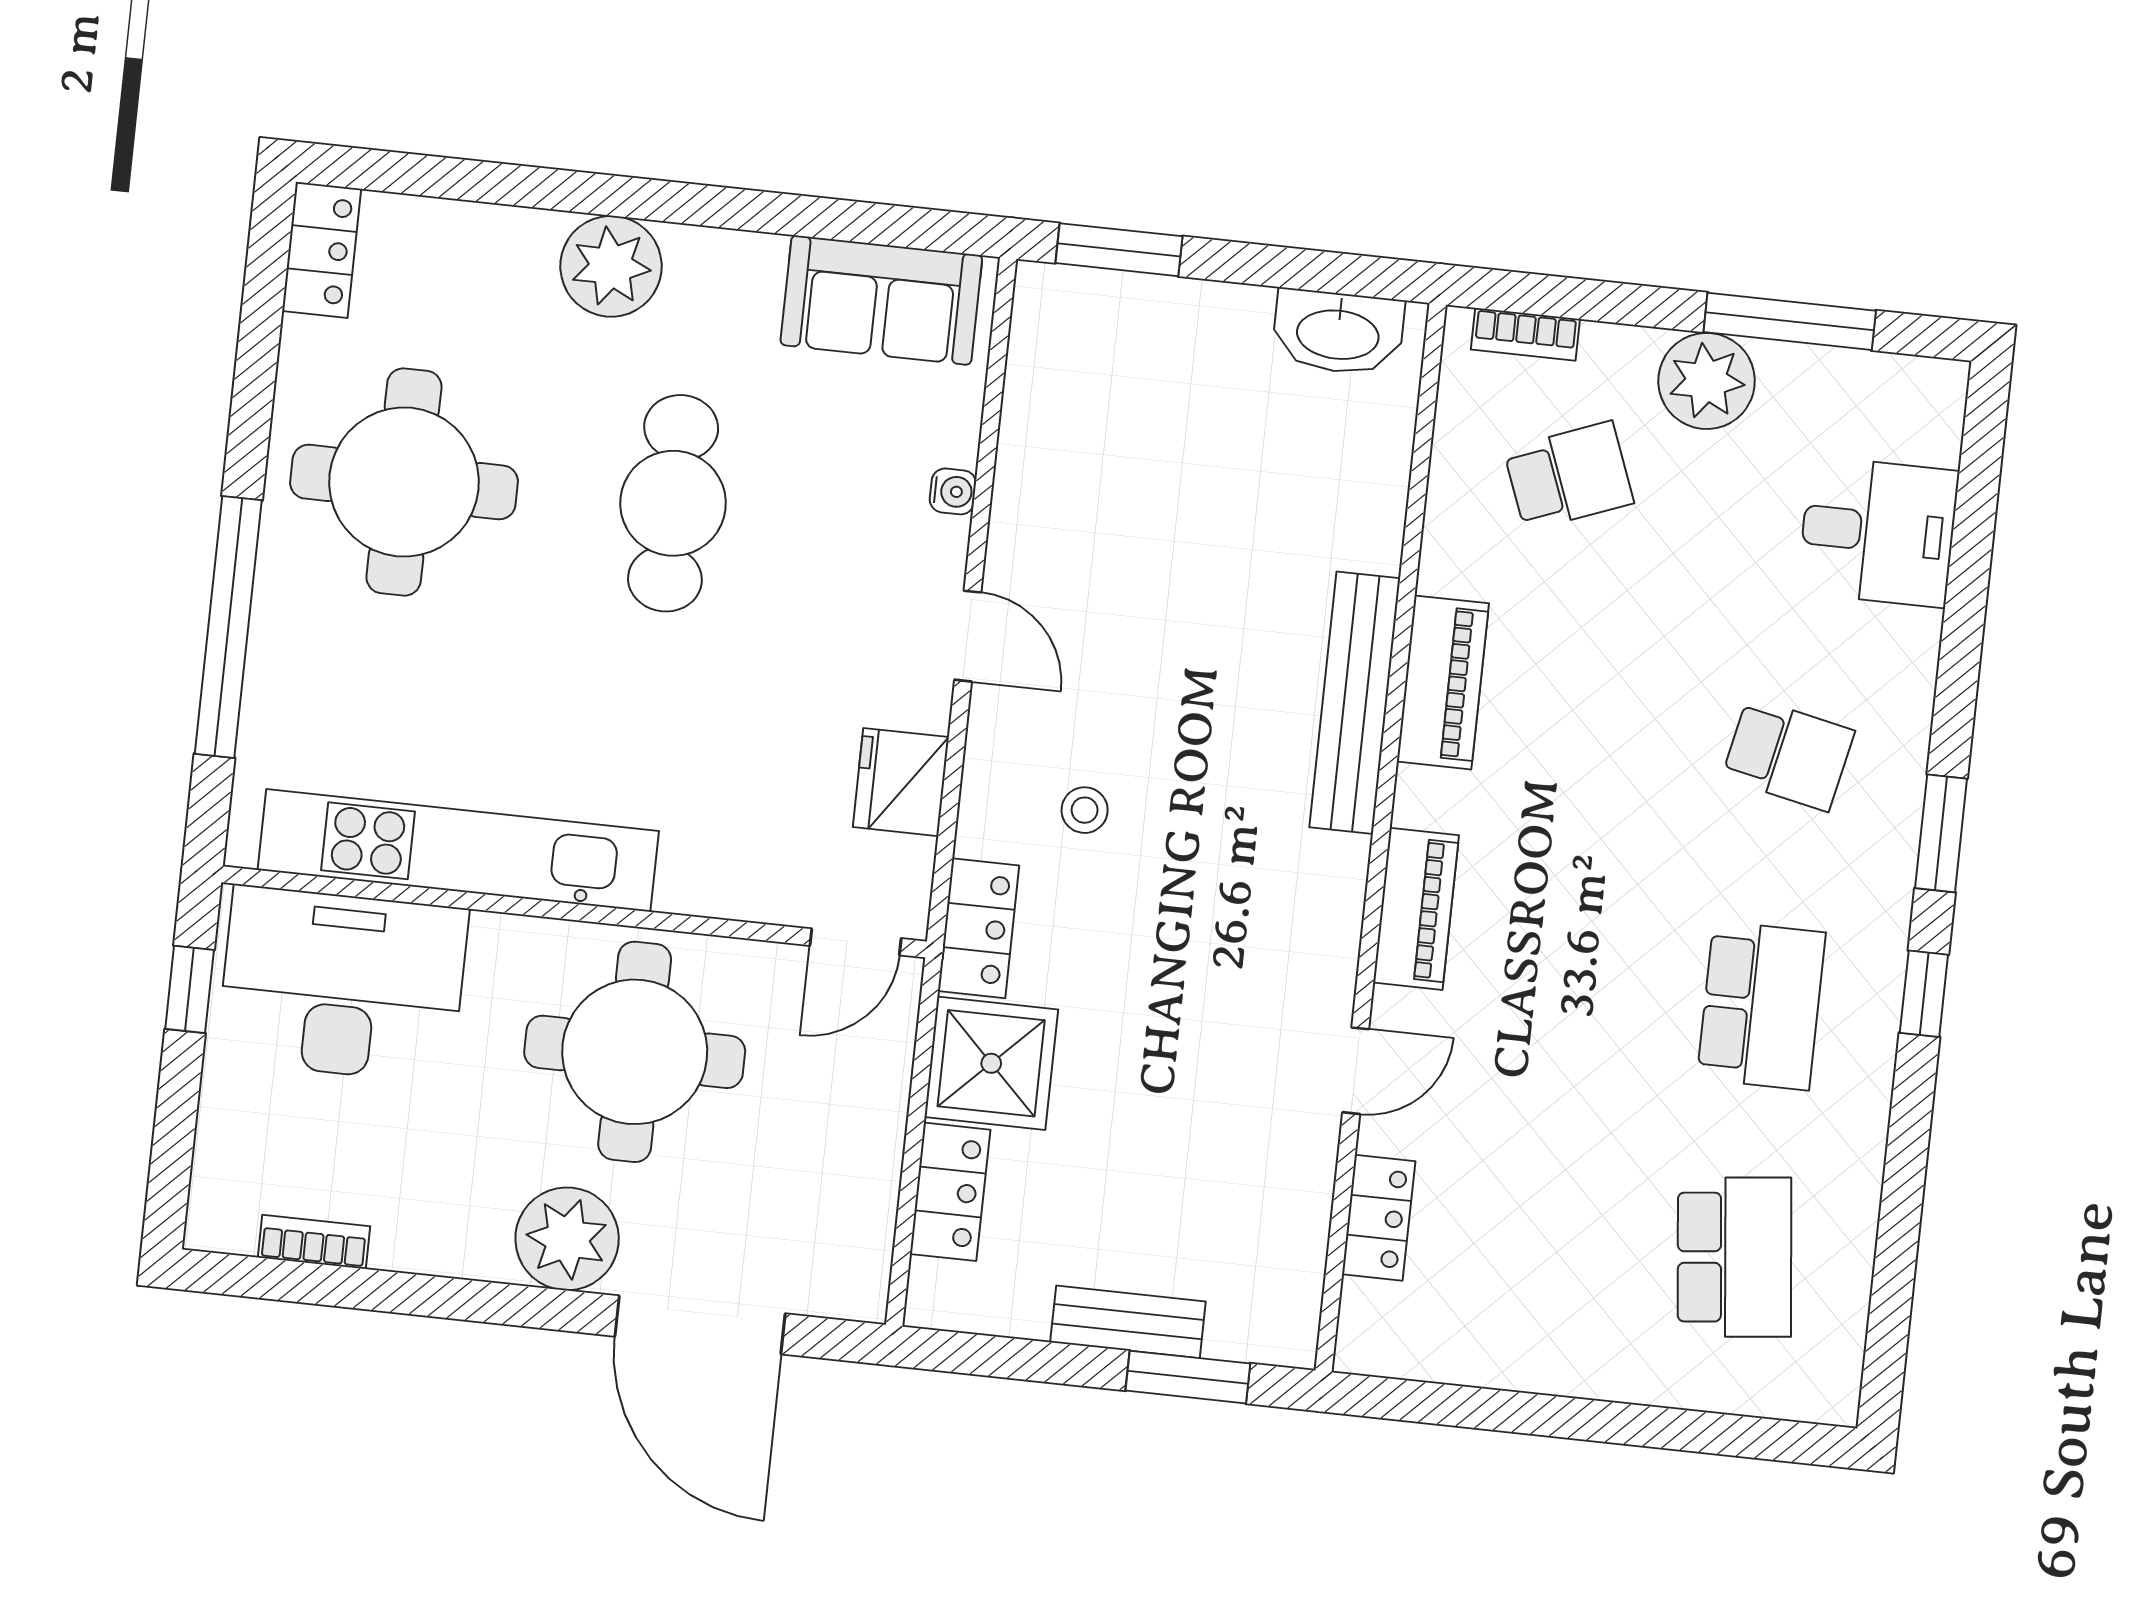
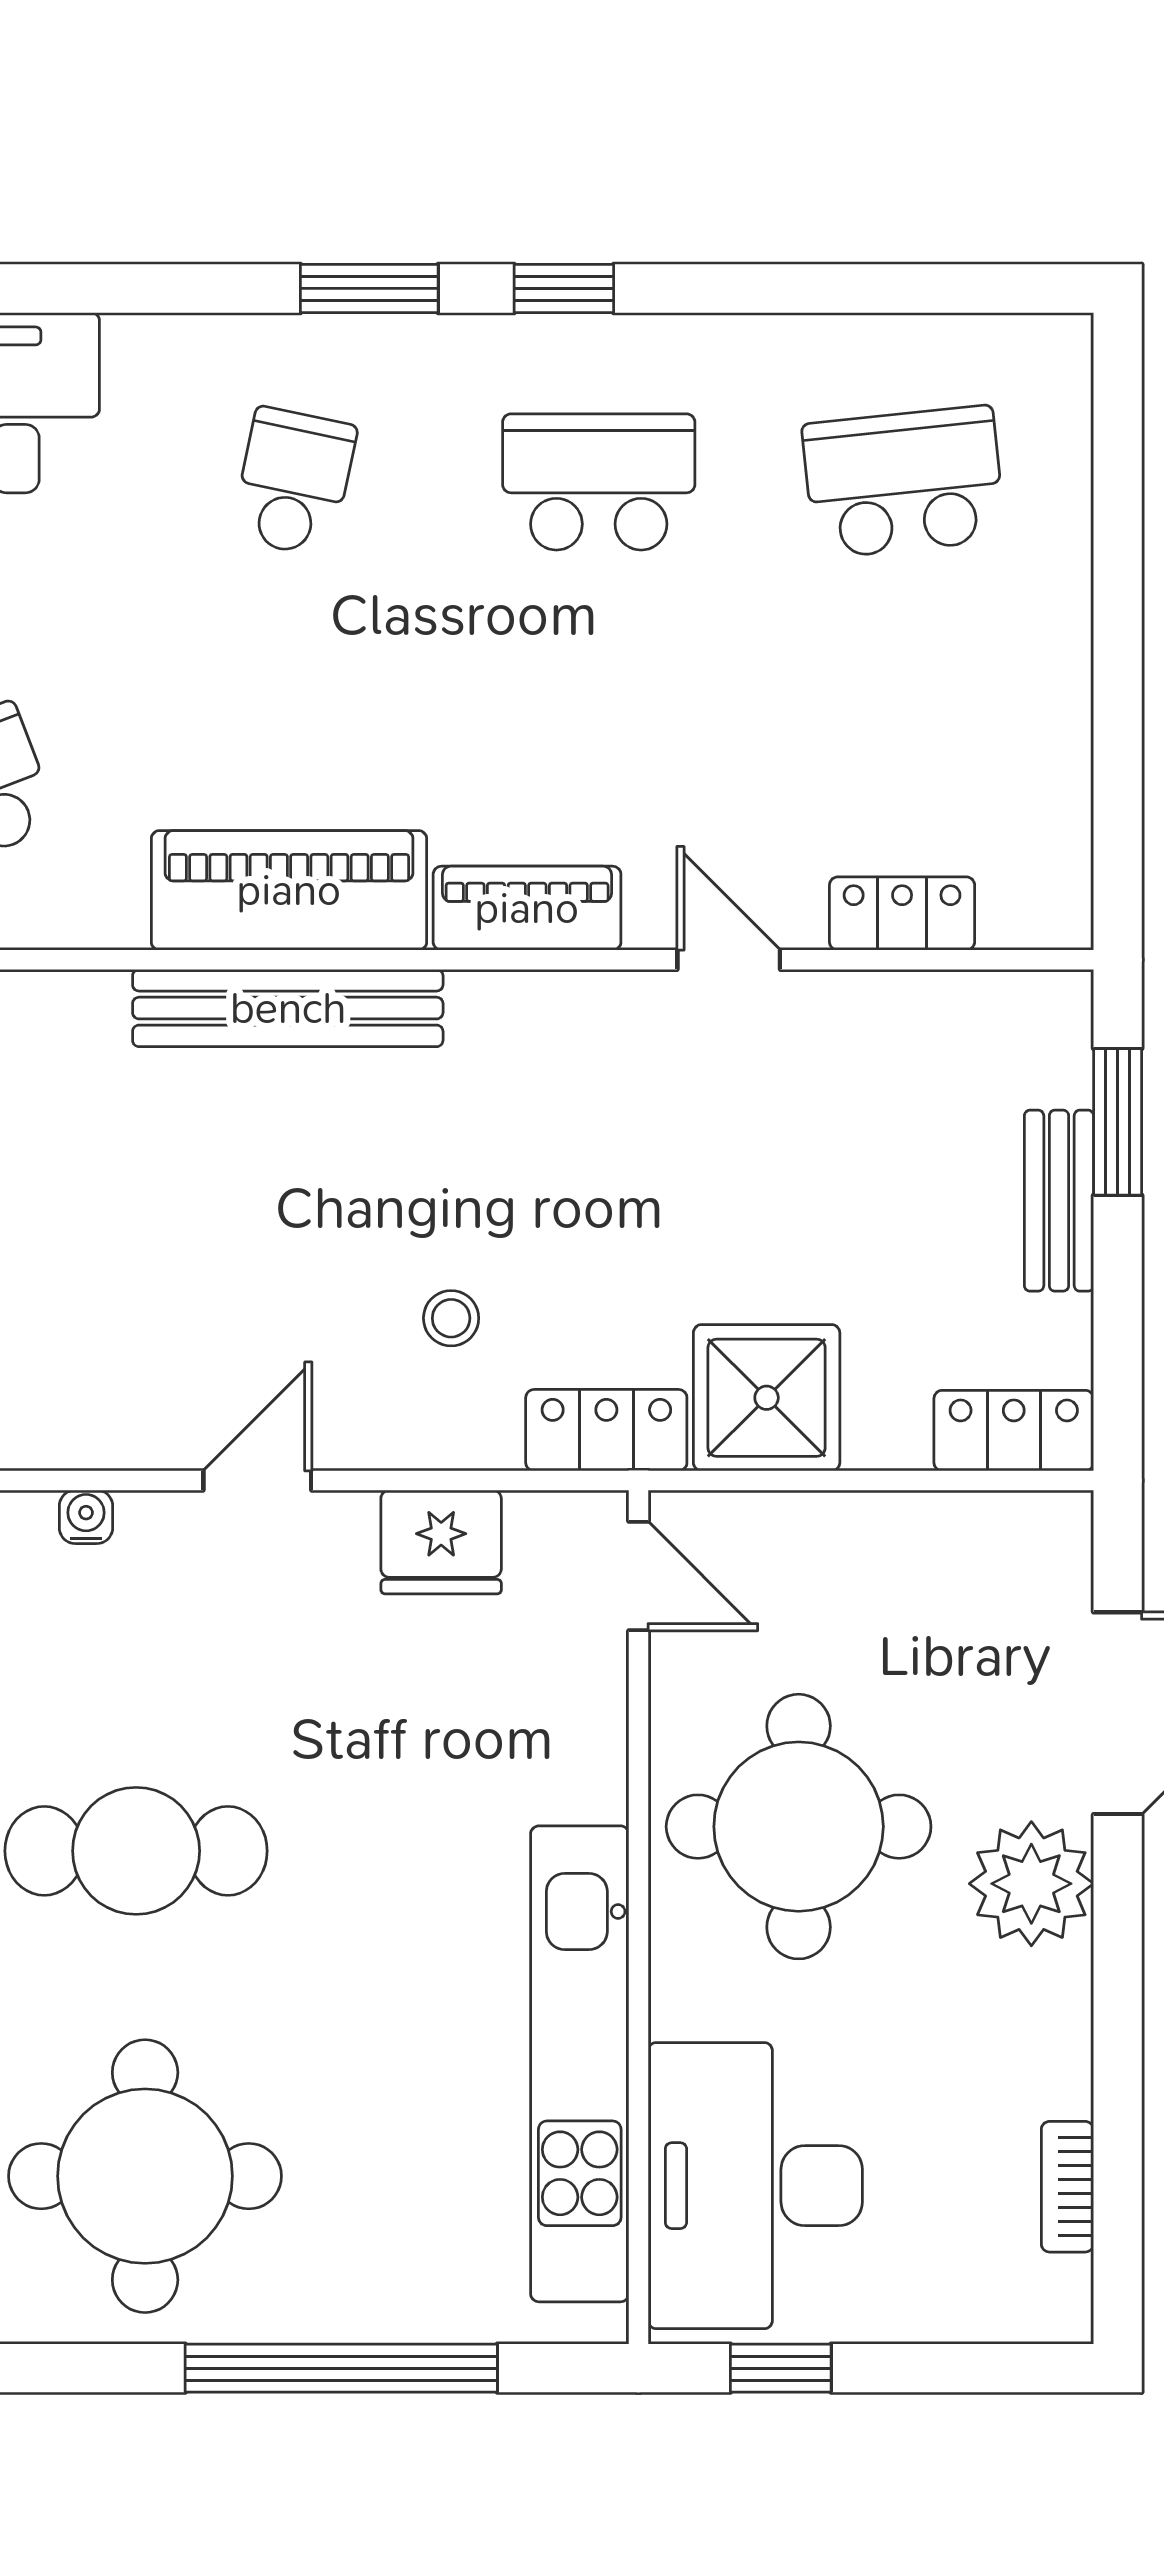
piano: (1443, 682) -> (289, 890), width x1.37, depth x1.33
locker: (950, 1192) -> (1014, 1431), moved

